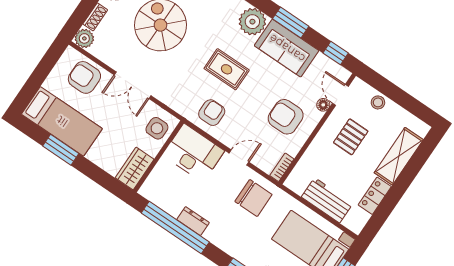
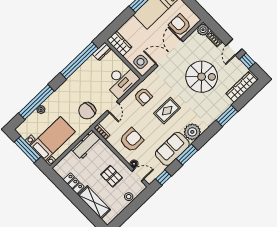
armchair: (84, 77) -> (180, 25), turned -90
double door: (133, 85) -> (169, 53), width x1.37
workbench: (327, 200) -> (86, 145), moved
dresser: (193, 221) -> (102, 51), moved

